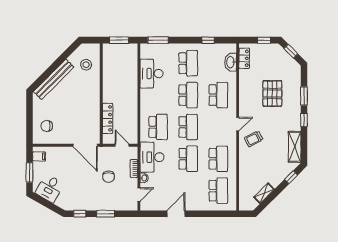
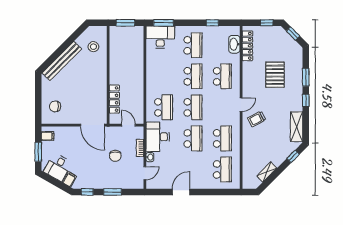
locker: (244, 58) -> (247, 46), width x1.53
desk: (152, 74) -> (160, 37), moved, turned 90
filing cabinet: (61, 201) -> (69, 179), added

